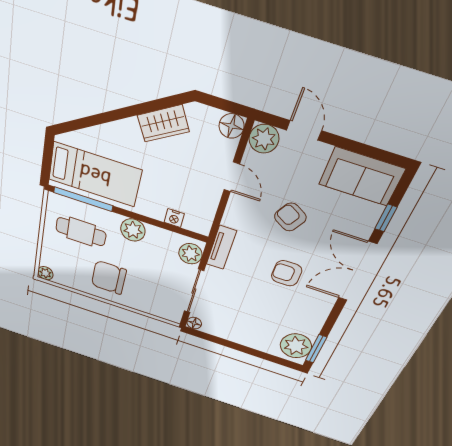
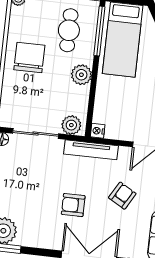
nightstand: (174, 218) -> (98, 131), moved
tv unit: (221, 248) -> (91, 150), width x1.41
armchair: (287, 273) -> (73, 205), turned -90

